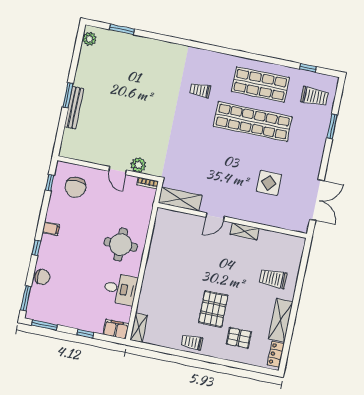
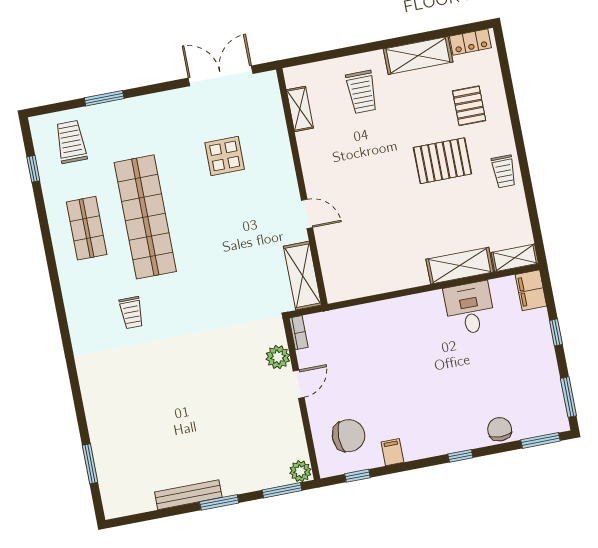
plant: (89, 39) -> (300, 471), moved
shop shelf: (260, 85) -> (87, 228), width x0.70, depth x0.74
bench: (74, 108) -> (188, 495), moved
window: (60, 135) -> (282, 490), added
filing cabinet: (51, 229) -> (392, 452), moved
shelving: (245, 231) -> (300, 109), moved
round table: (121, 245) -> (405, 335), removed
shelving: (148, 293) -> (460, 266), added

